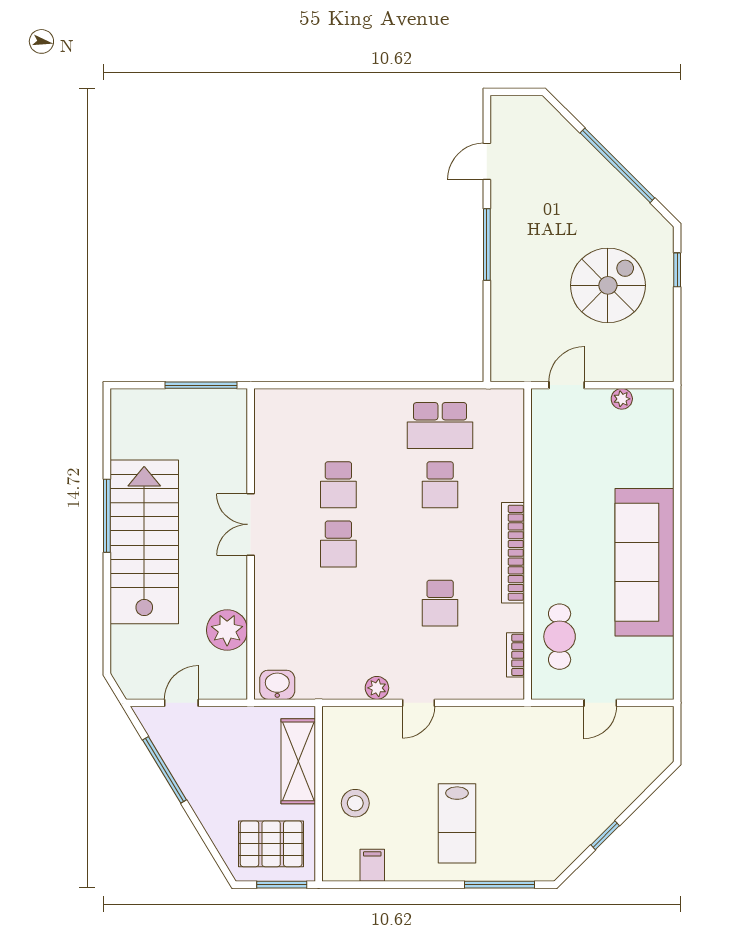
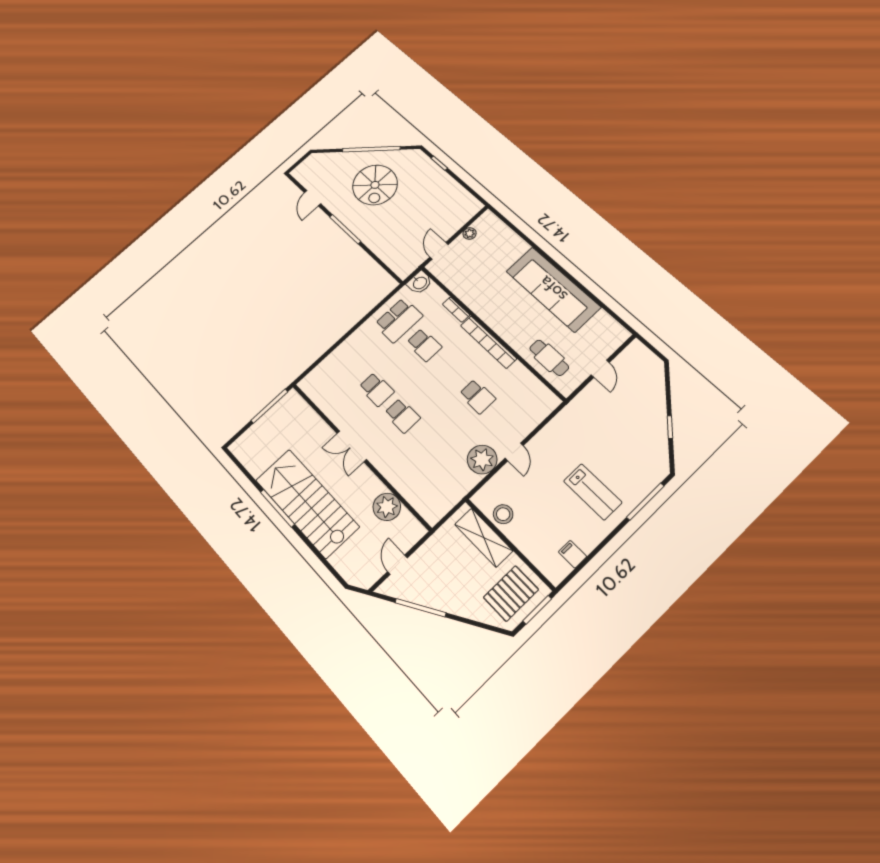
spiral stairs: (608, 285) -> (375, 185), moved, turned 180
bookcase: (516, 655) -> (456, 310), moved
washbasin: (277, 685) -> (420, 283), moved, turned 180
plant: (377, 688) -> (482, 460), width x1.87, depth x1.87
stool: (355, 803) -> (503, 514), moved

